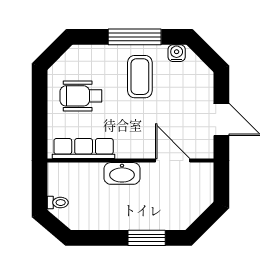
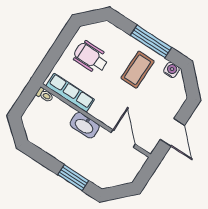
toilet: (58, 203) -> (45, 95), moved

